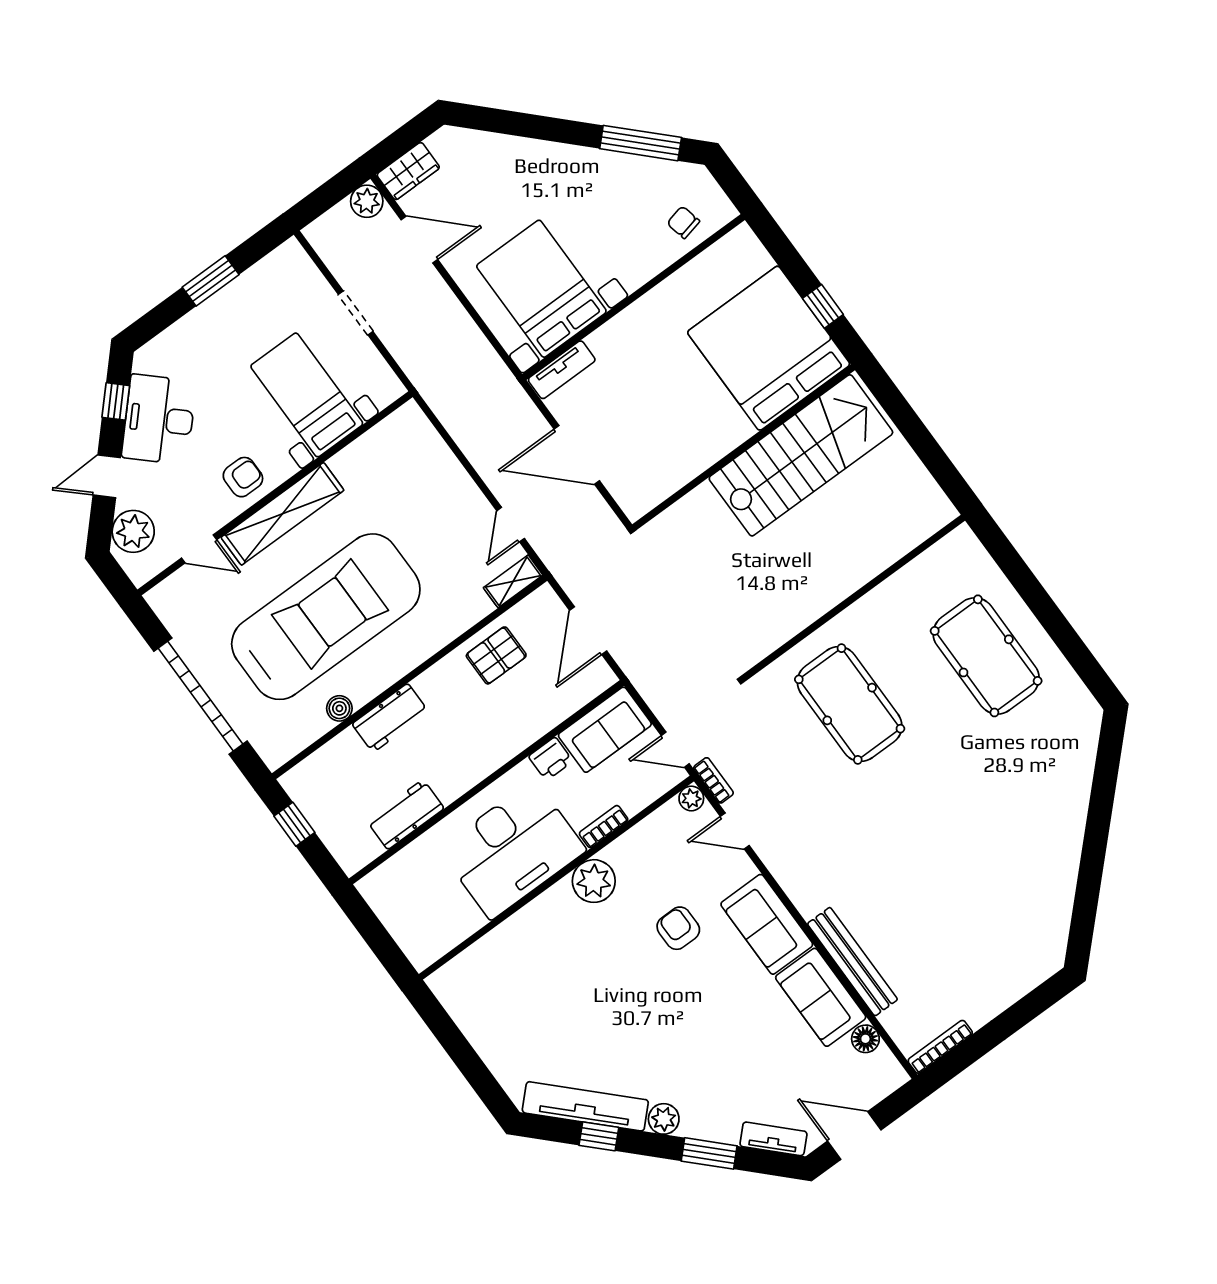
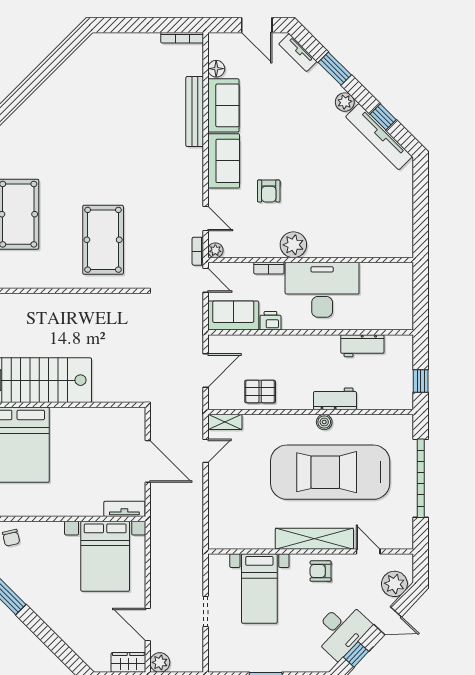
boiler: (339, 708) -> (324, 422), moved

